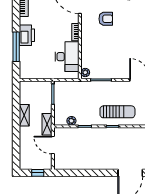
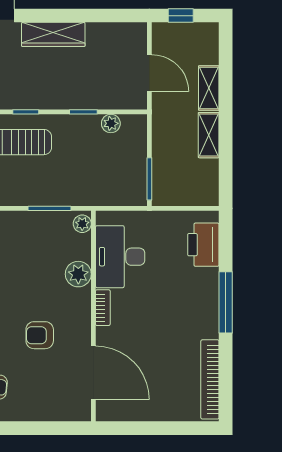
printer: (27, 35) -> (203, 245), moved
window: (16, 47) -> (226, 302), moved
plant: (87, 48) -> (78, 274), added
shelving: (47, 124) -> (209, 88), moved
wardrobe: (99, 164) -> (53, 34), added

